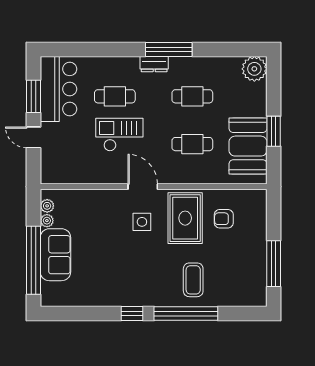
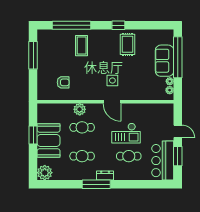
booth: (248, 146) -> (49, 141), moved
plant: (196, 174) -> (80, 109), added
rug: (185, 218) -> (127, 44), moved, width x0.73, depth x0.70
window: (186, 314) -> (72, 25), moved

